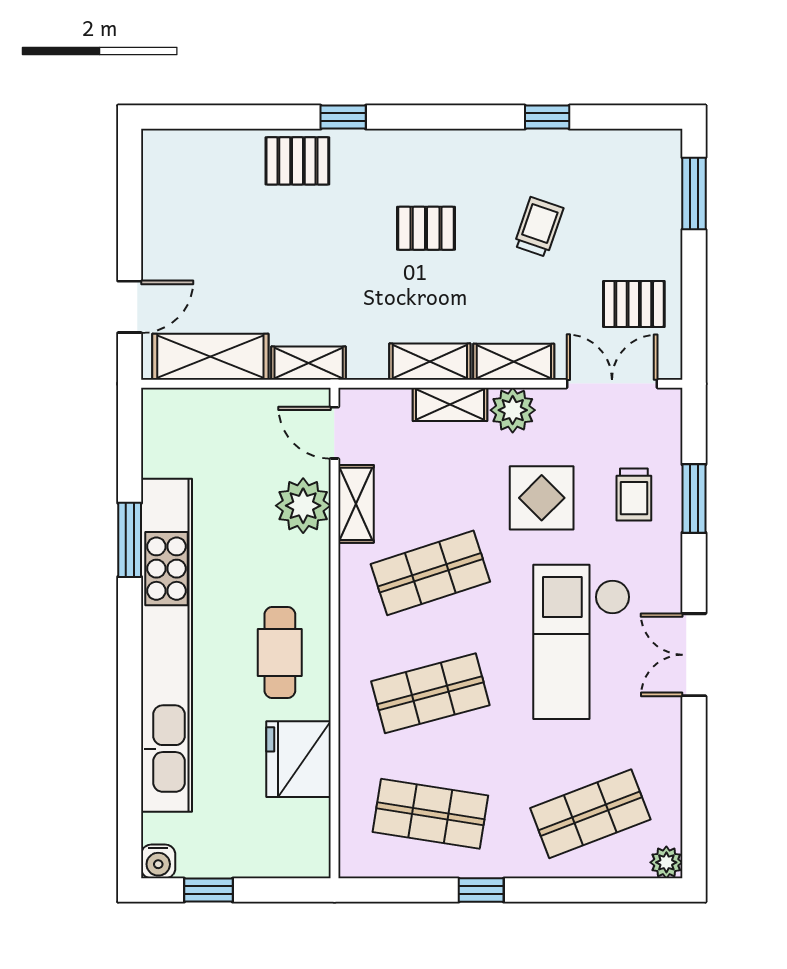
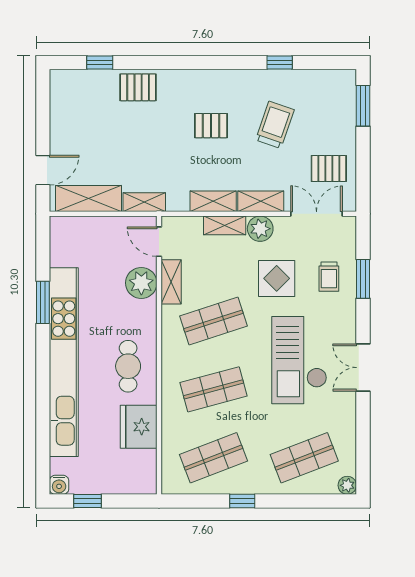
window: (343, 117) -> (100, 62), moved
trolley: (539, 227) -> (275, 125), width x1.36, depth x1.39
shop shelf: (430, 814) -> (213, 458), turned -30

